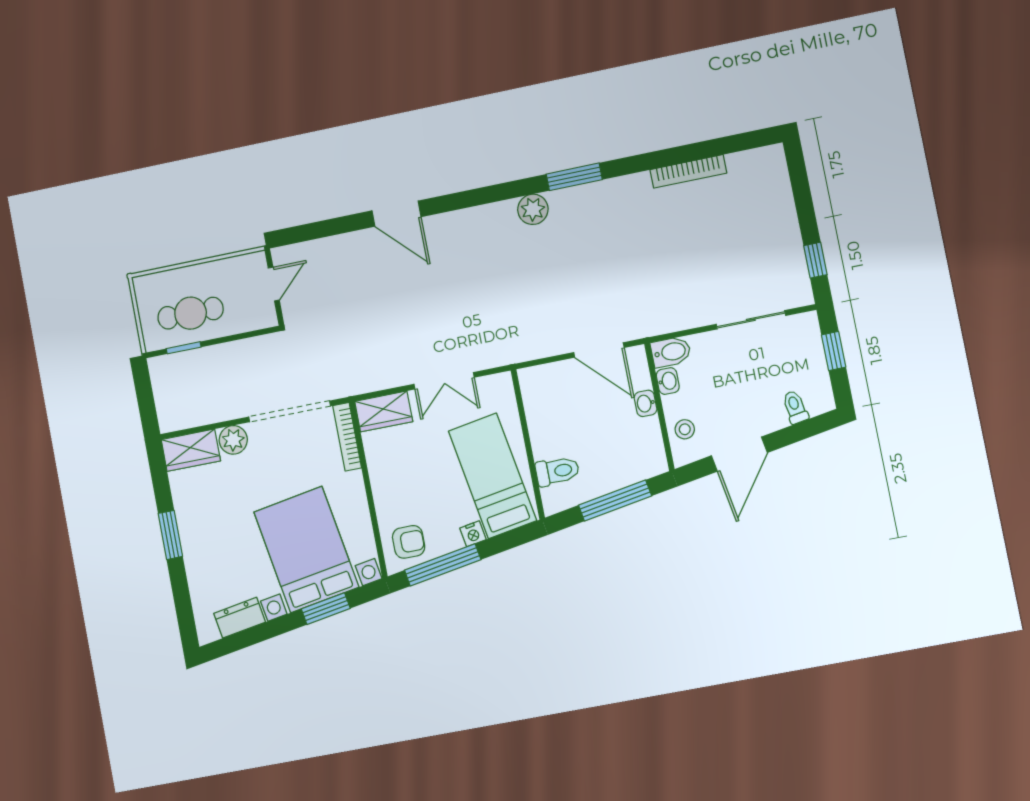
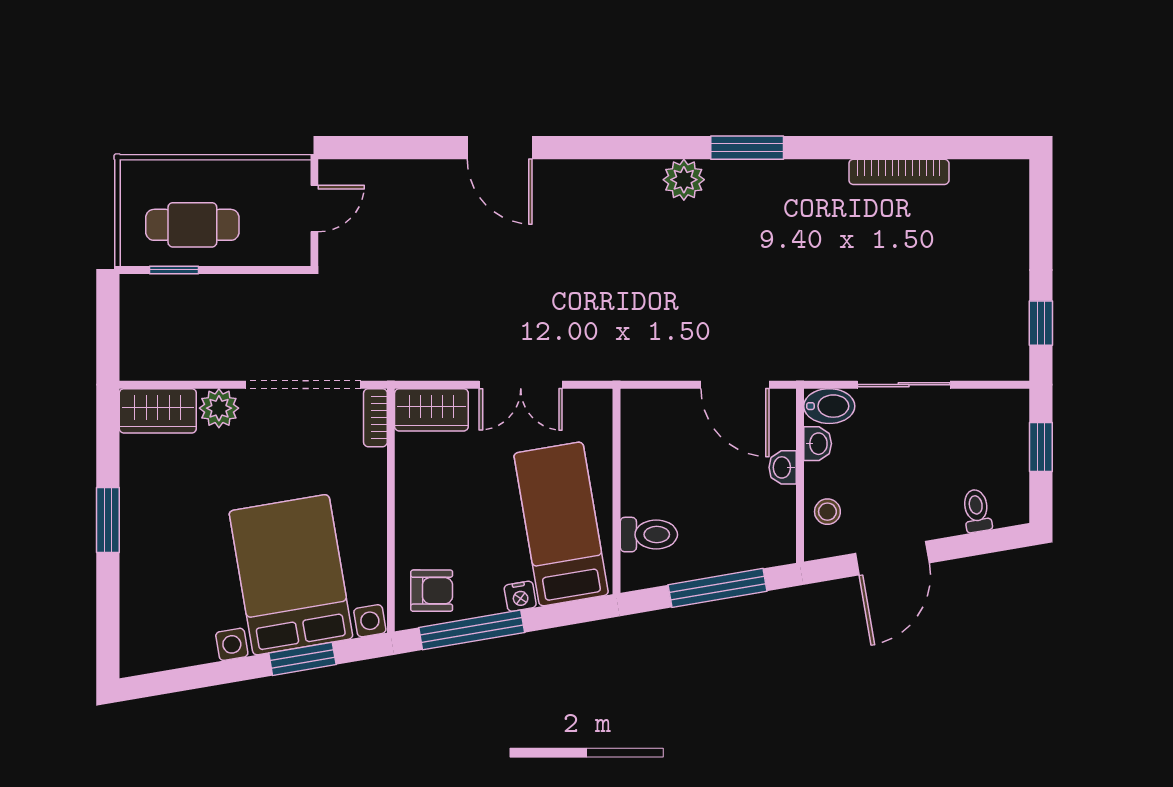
sliding door: (751, 320) -> (904, 385), moved
bookcase: (347, 437) -> (375, 418), width x0.64
dresser: (240, 618) -> (182, 649), removed

